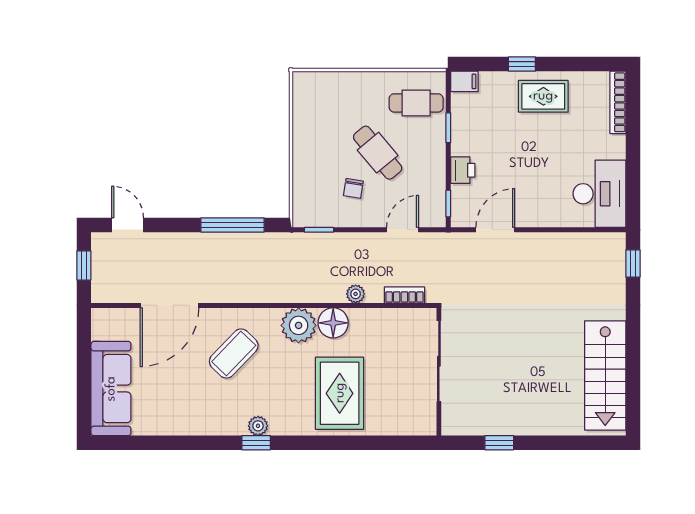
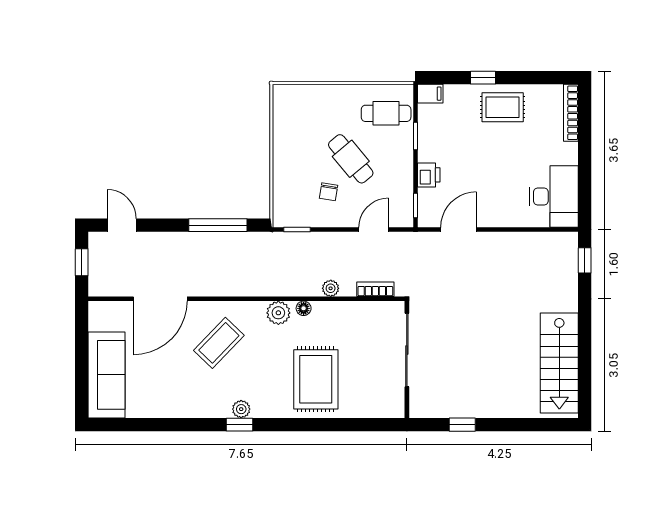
floor lamp: (333, 323) -> (304, 308), width x0.53, depth x0.53
plant: (299, 325) -> (278, 313), width x0.73, depth x0.73

